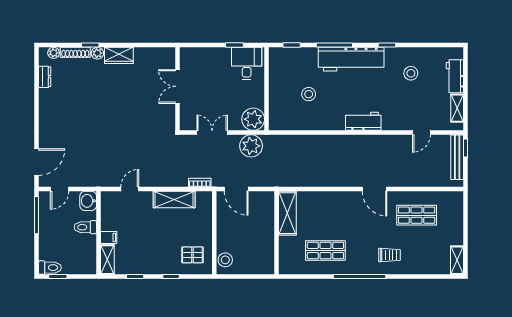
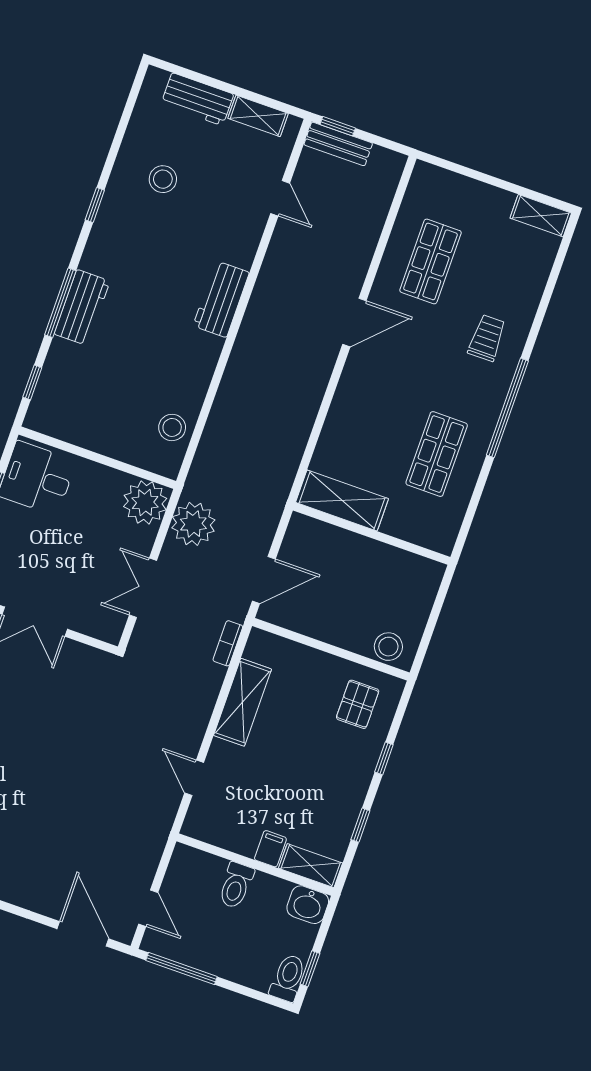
workbench: (351, 59) -> (82, 308), width x0.53, depth x0.76
stool: (309, 94) -> (172, 427), moved
bench: (457, 157) -> (338, 144), width x0.73
washbasin: (88, 201) -> (308, 905), moved

